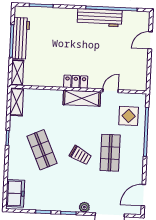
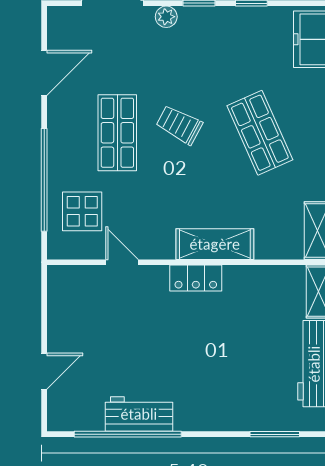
workbench: (100, 18) -> (139, 414), width x0.73
door: (111, 91) -> (122, 262), swing flipped
shelving: (82, 98) -> (215, 244), moved
door: (143, 195) -> (44, 73), moved

